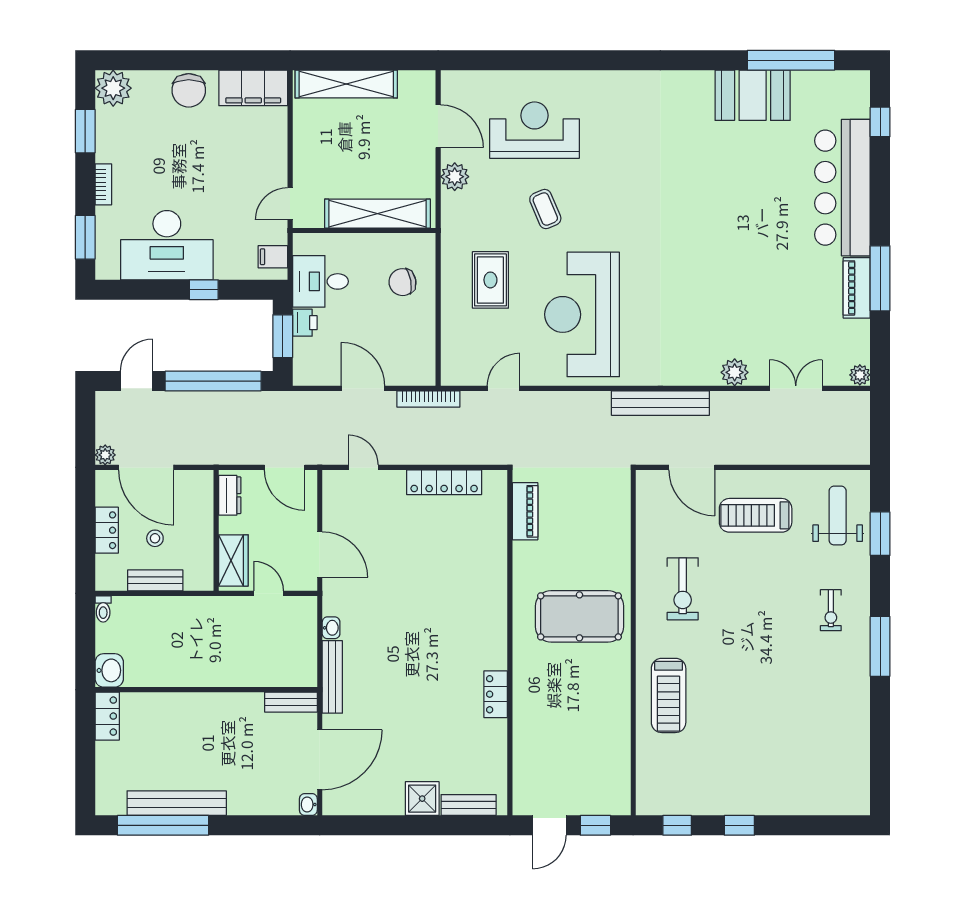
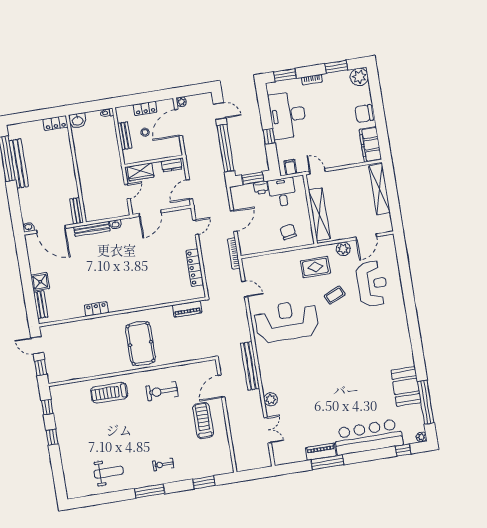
rug: (490, 280) -> (315, 267), moved
plant: (860, 375) -> (421, 437), moved
weight bench: (838, 516) -> (109, 472), moved

